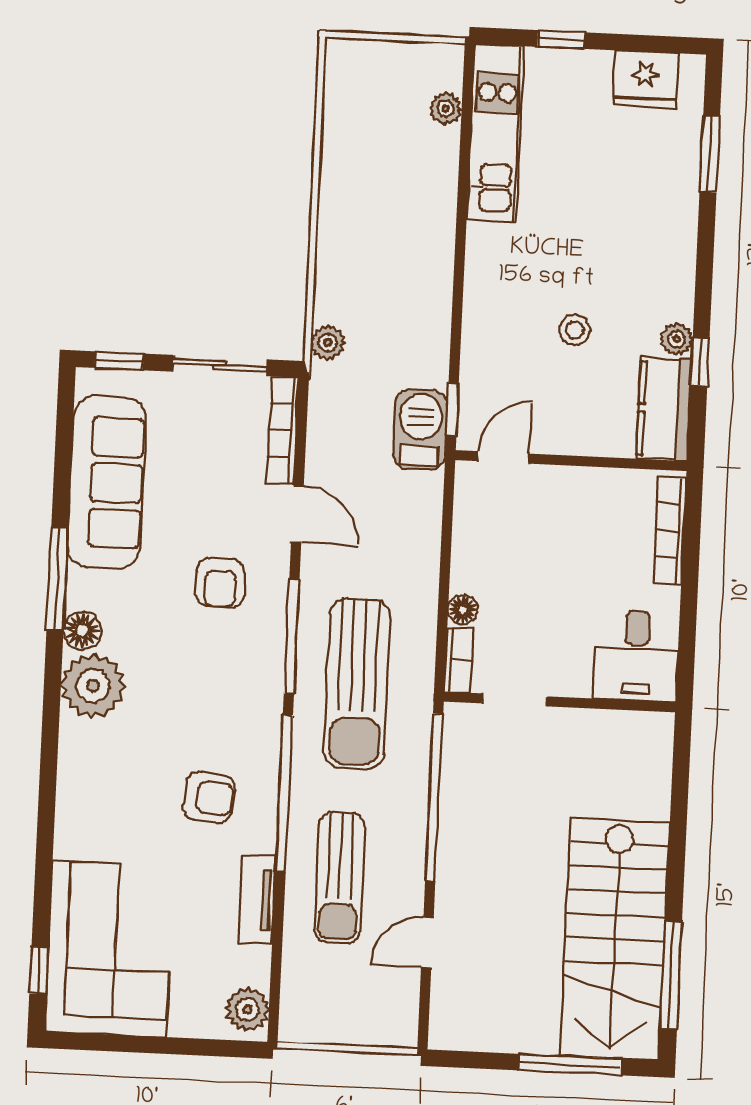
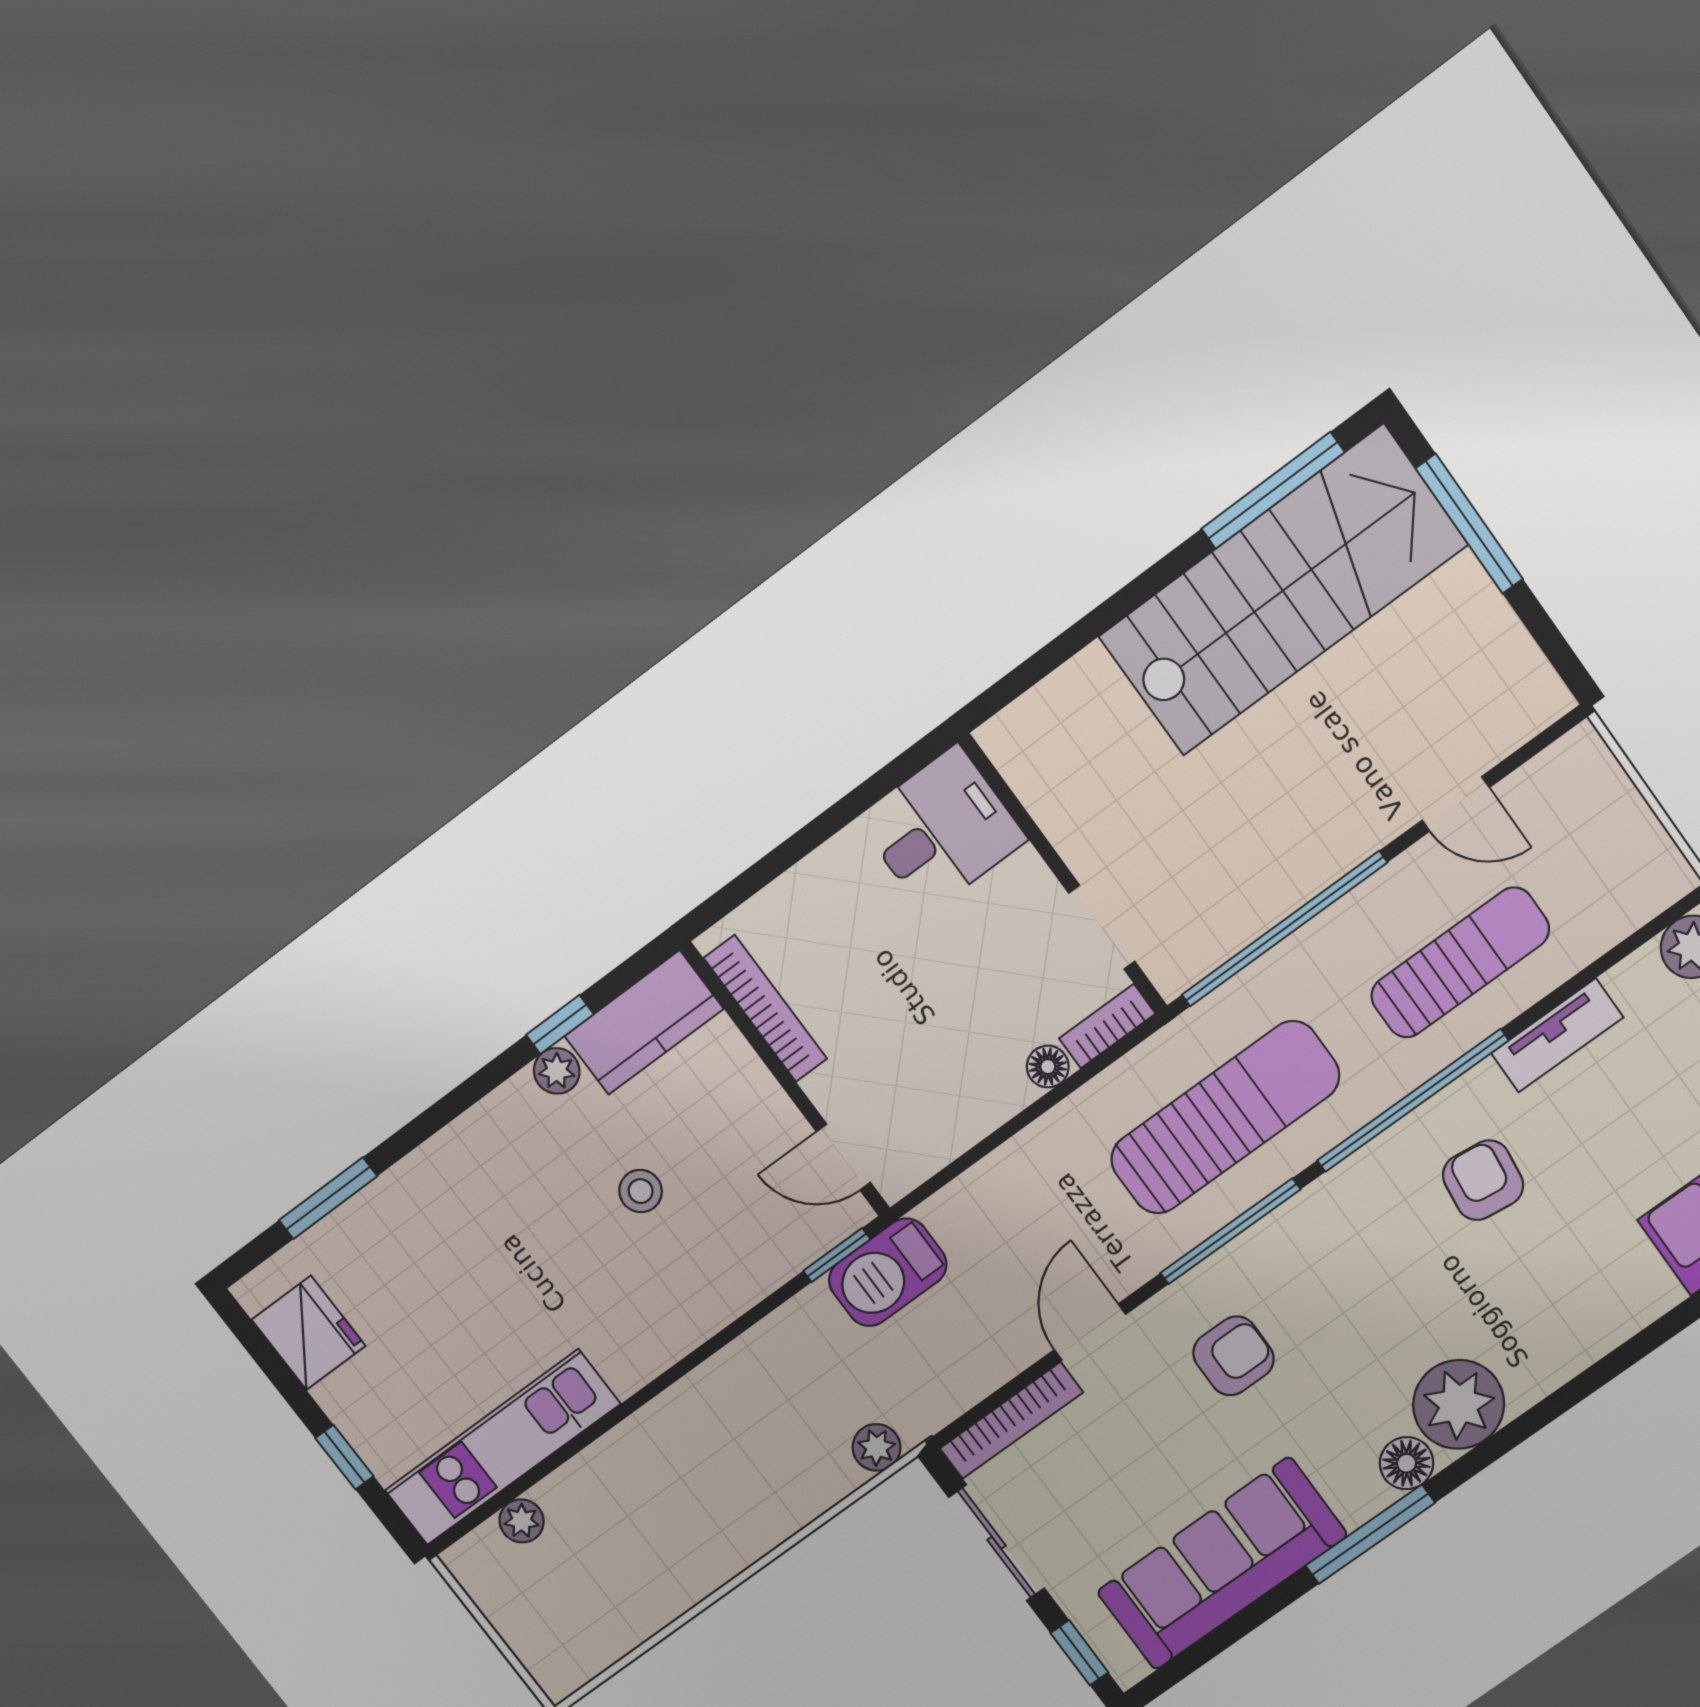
bookcase: (670, 531) -> (765, 1008), moved, turned -90

